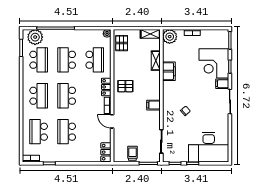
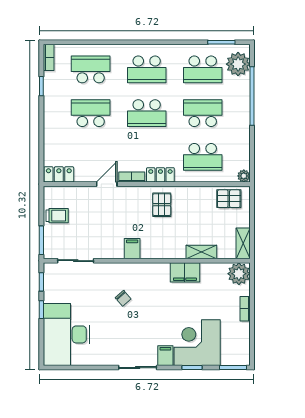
school desk: (67, 96) -> (147, 113), turned 180

